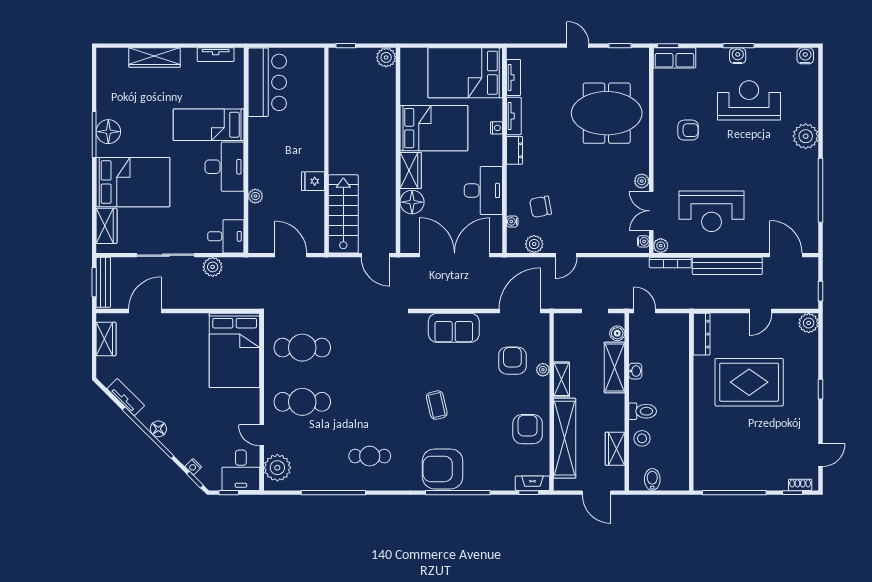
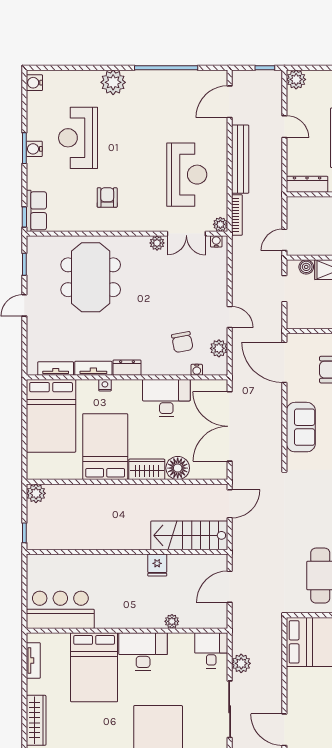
bed: (209, 125) -> (94, 667), width x1.50

